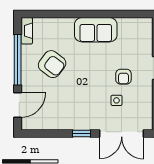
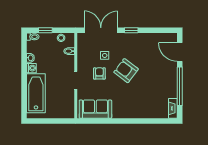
sofa: (96, 30) -> (95, 109), moved
armchair: (52, 64) -> (126, 71), moved
door: (18, 105) -> (180, 52), hinge flipped

